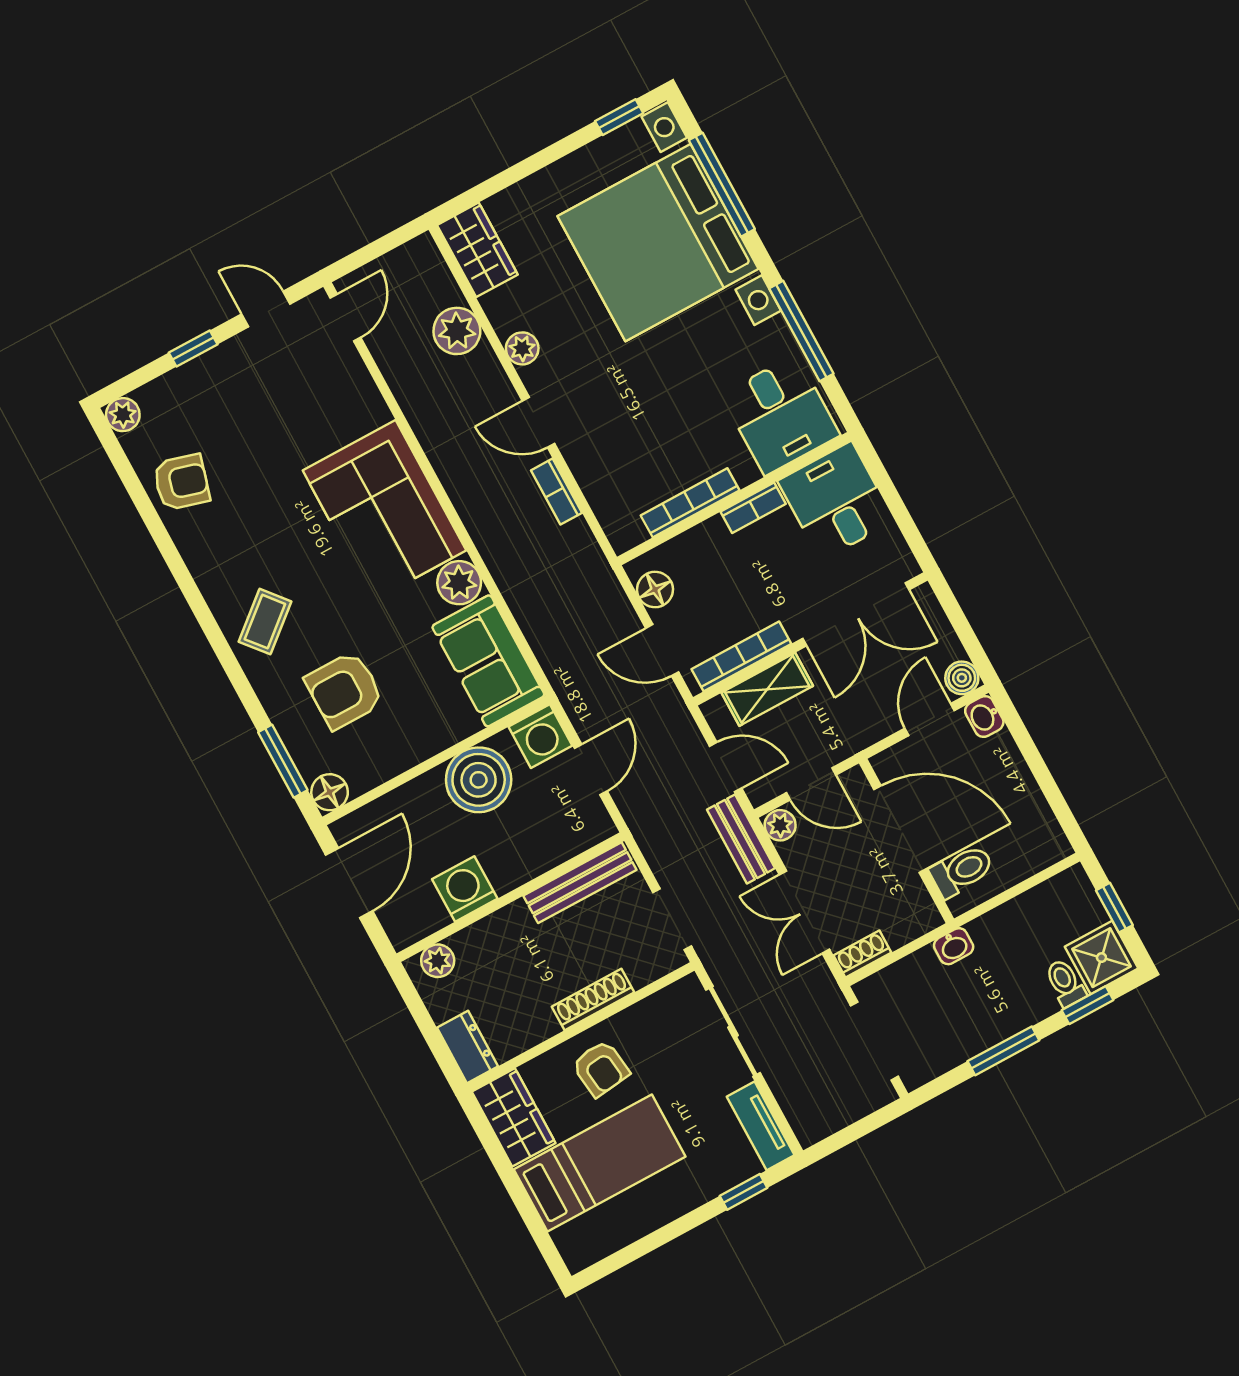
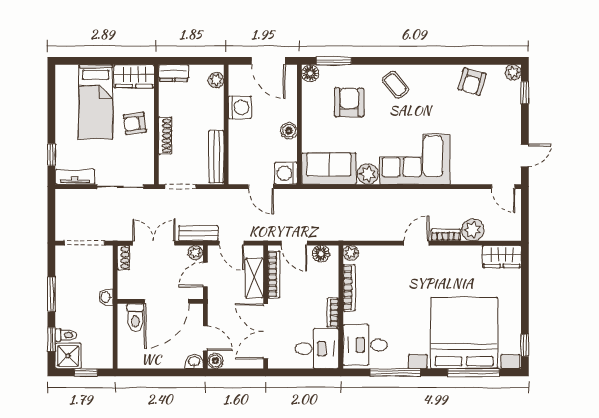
window: (193, 348) -> (525, 93), moved
plant: (522, 348) -> (351, 253), moved
bookcase: (557, 492) -> (446, 235), moved
door: (662, 650) -> (294, 243), swing flipped
door: (726, 767) -> (232, 243), hinge flipped
boiler: (479, 780) -> (289, 131), width x0.54, depth x0.54

